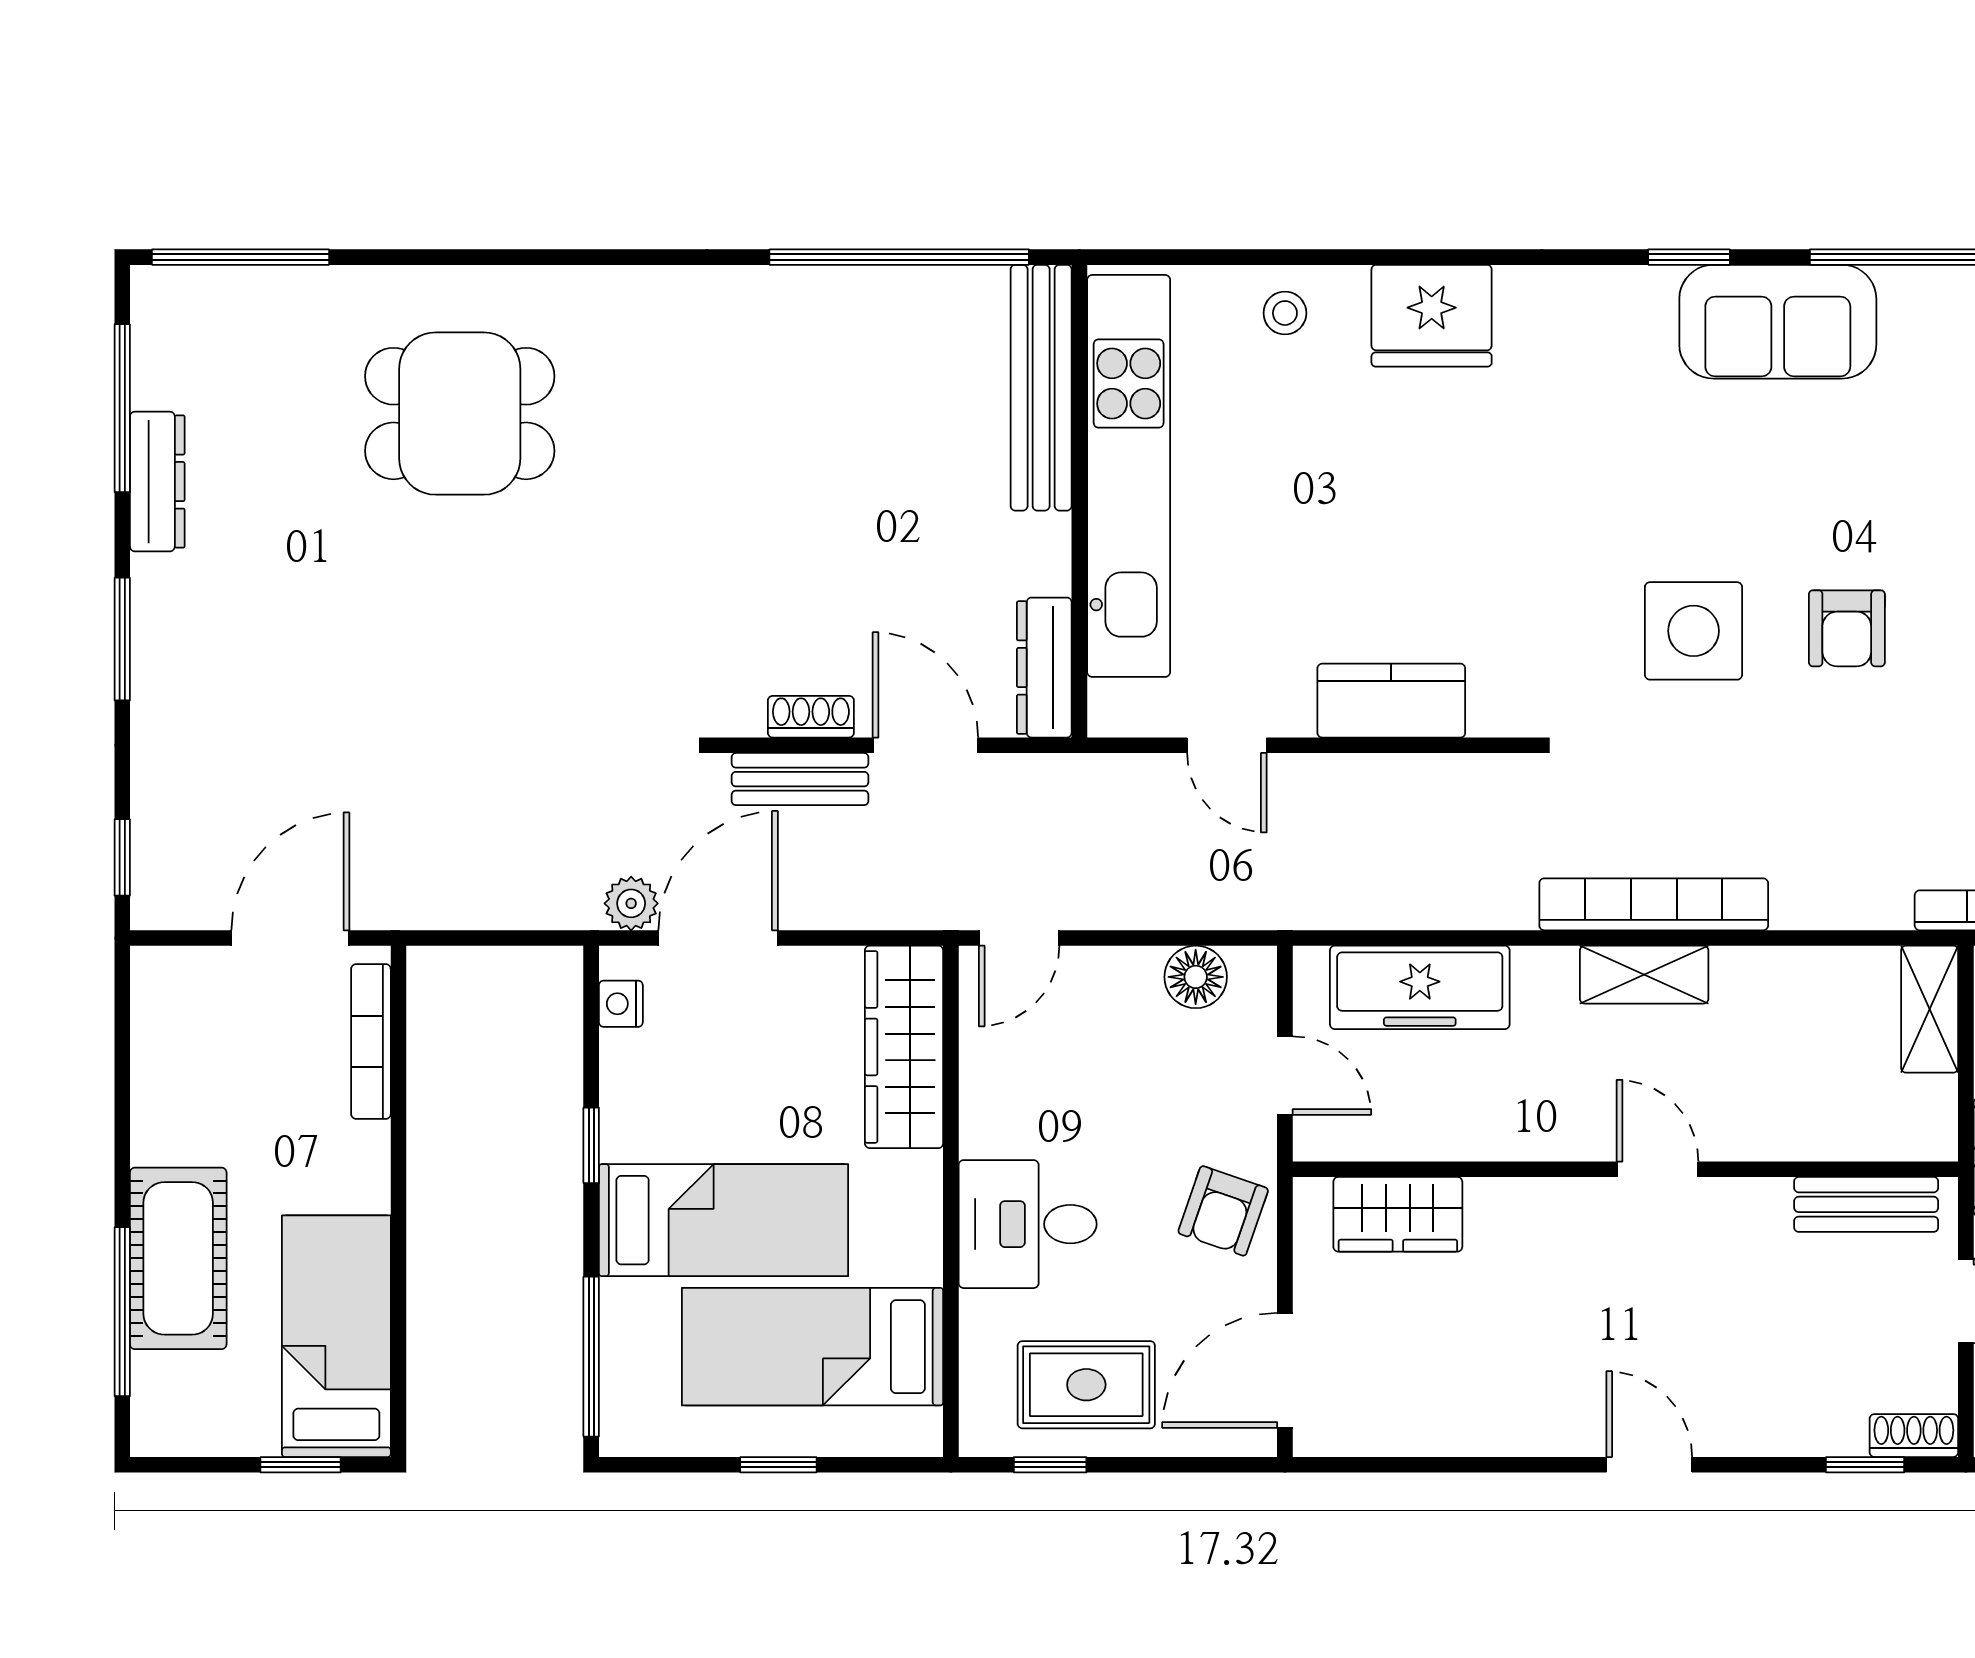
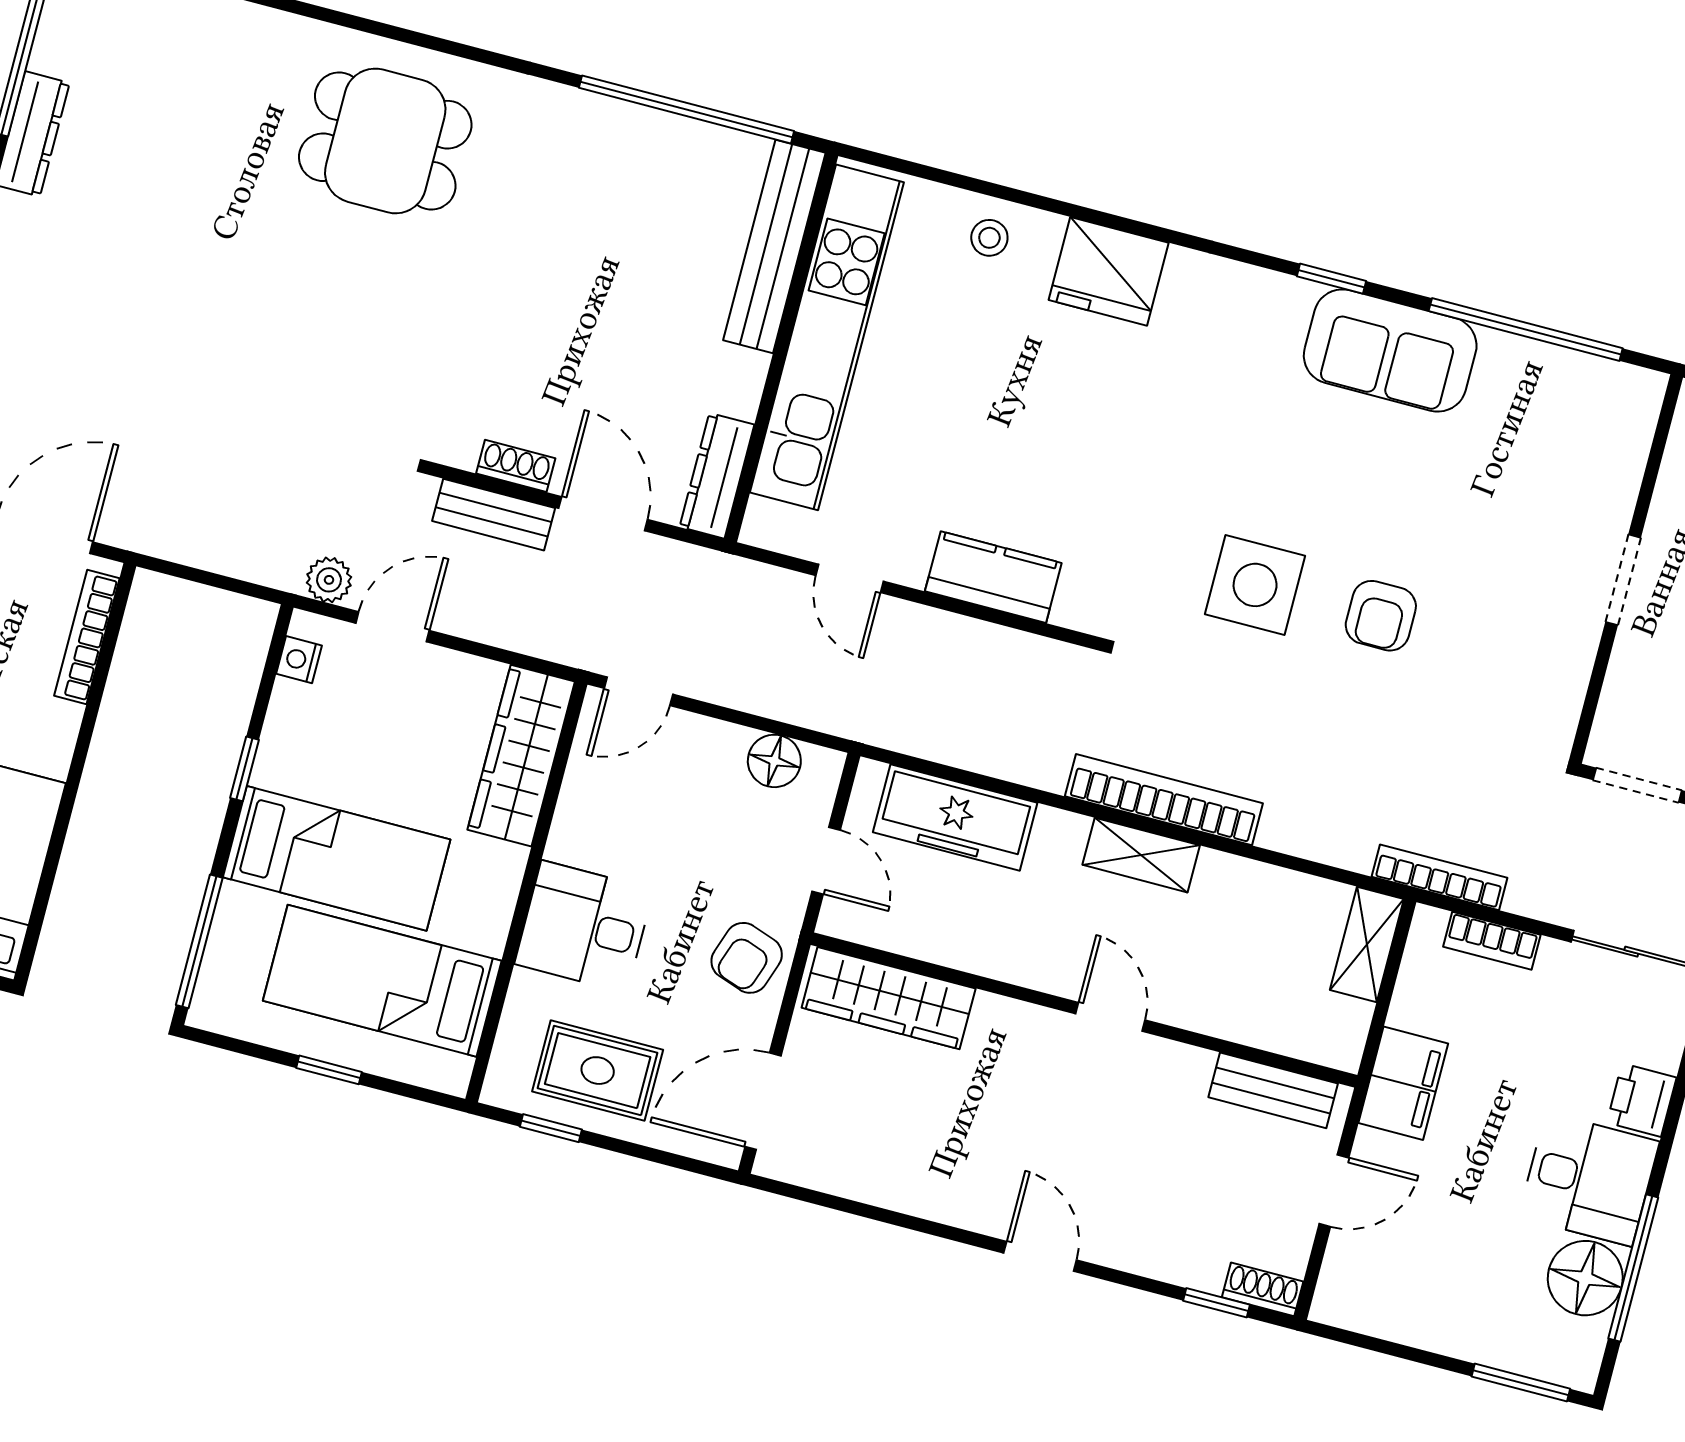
dining table: (460, 414) -> (385, 141), moved
door: (718, 938) -> (393, 627), width x0.73
wardrobe: (1398, 1214) -> (889, 998), width x1.50

